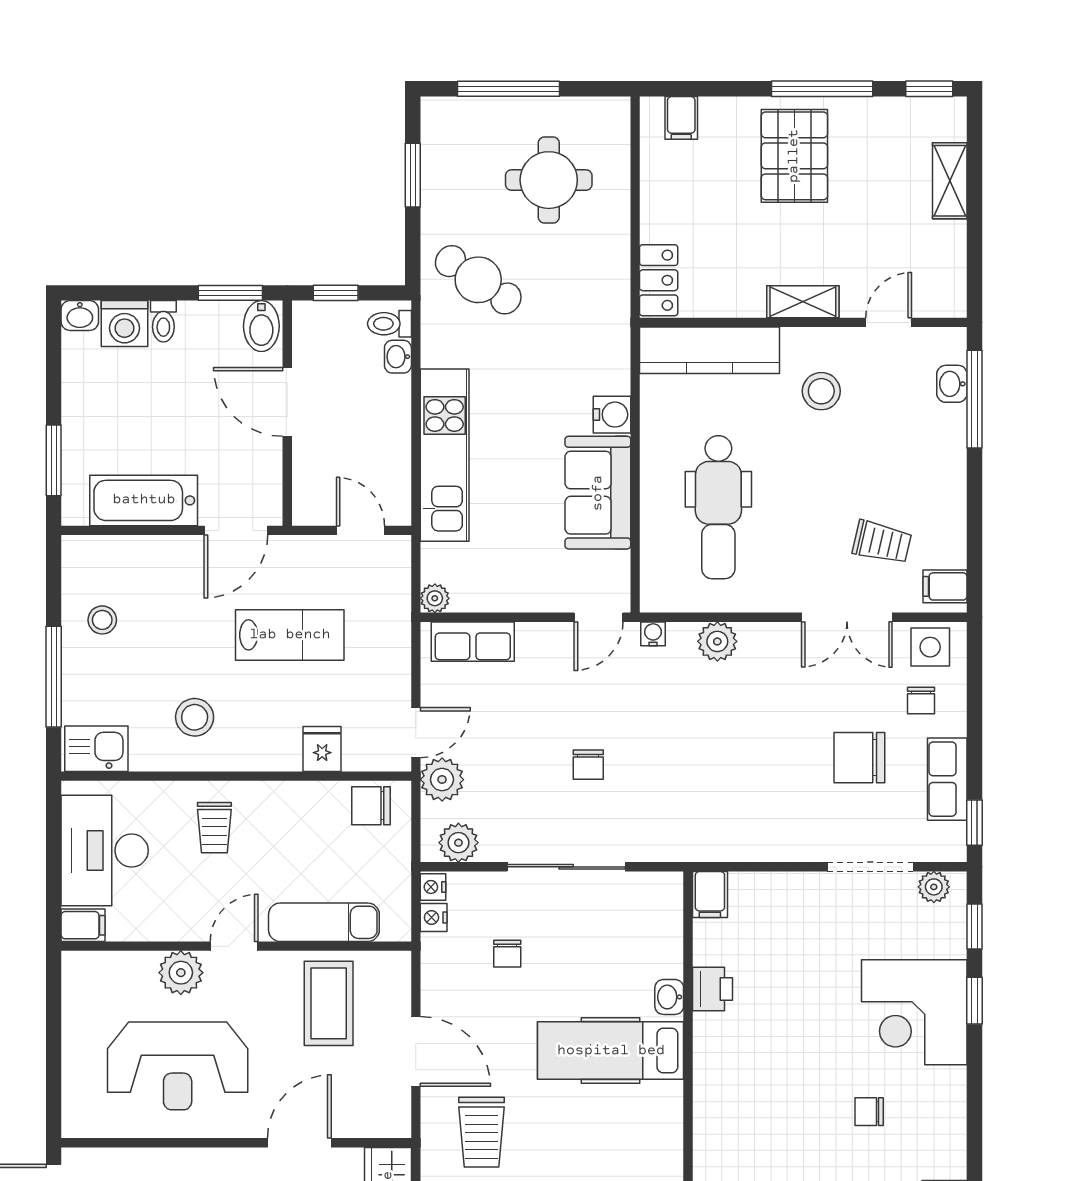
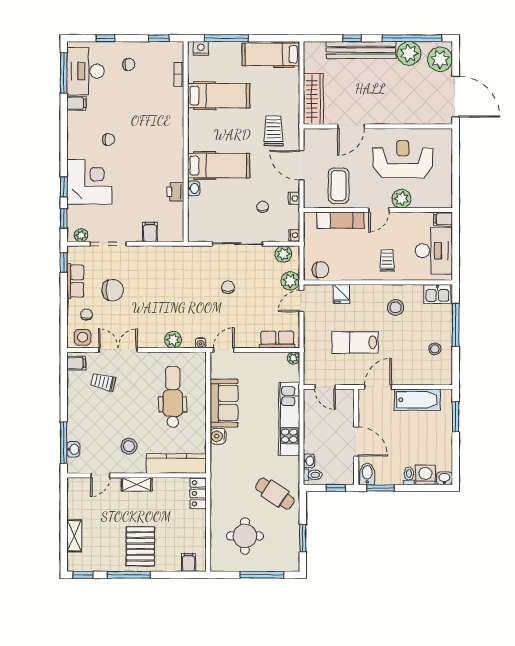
filing cabinet: (710, 894) -> (150, 232), moved
nightstand: (434, 917) -> (294, 198), moved

